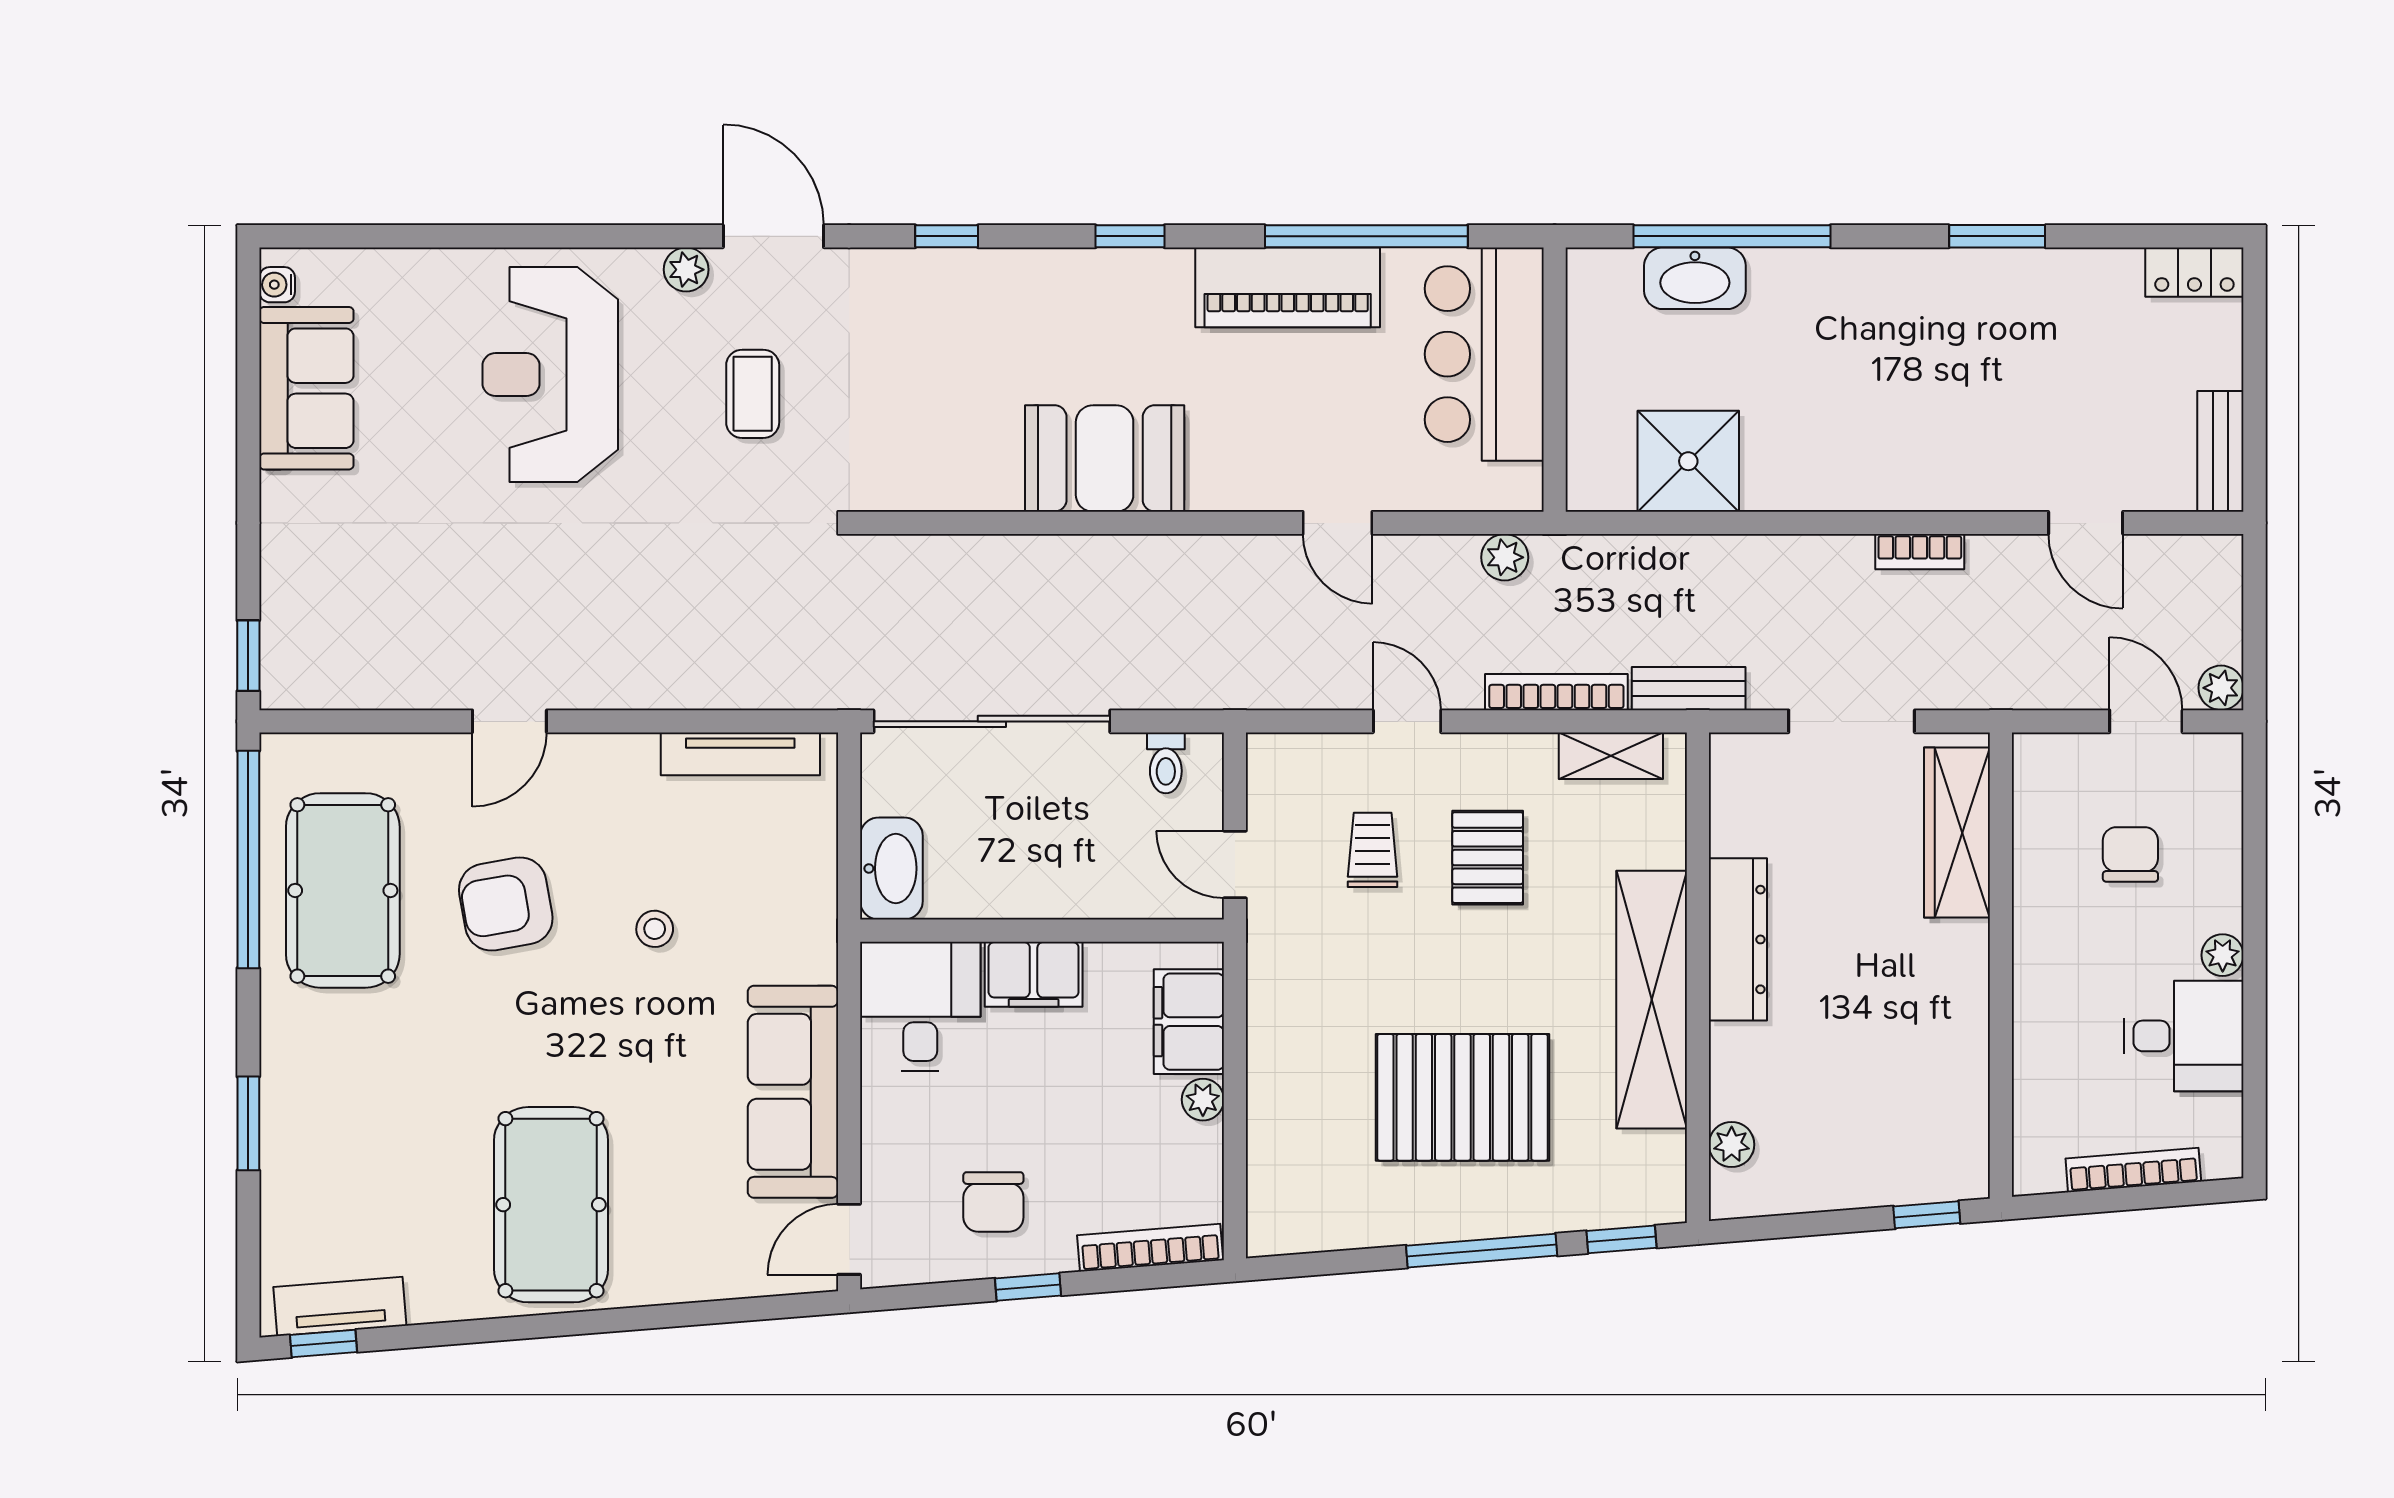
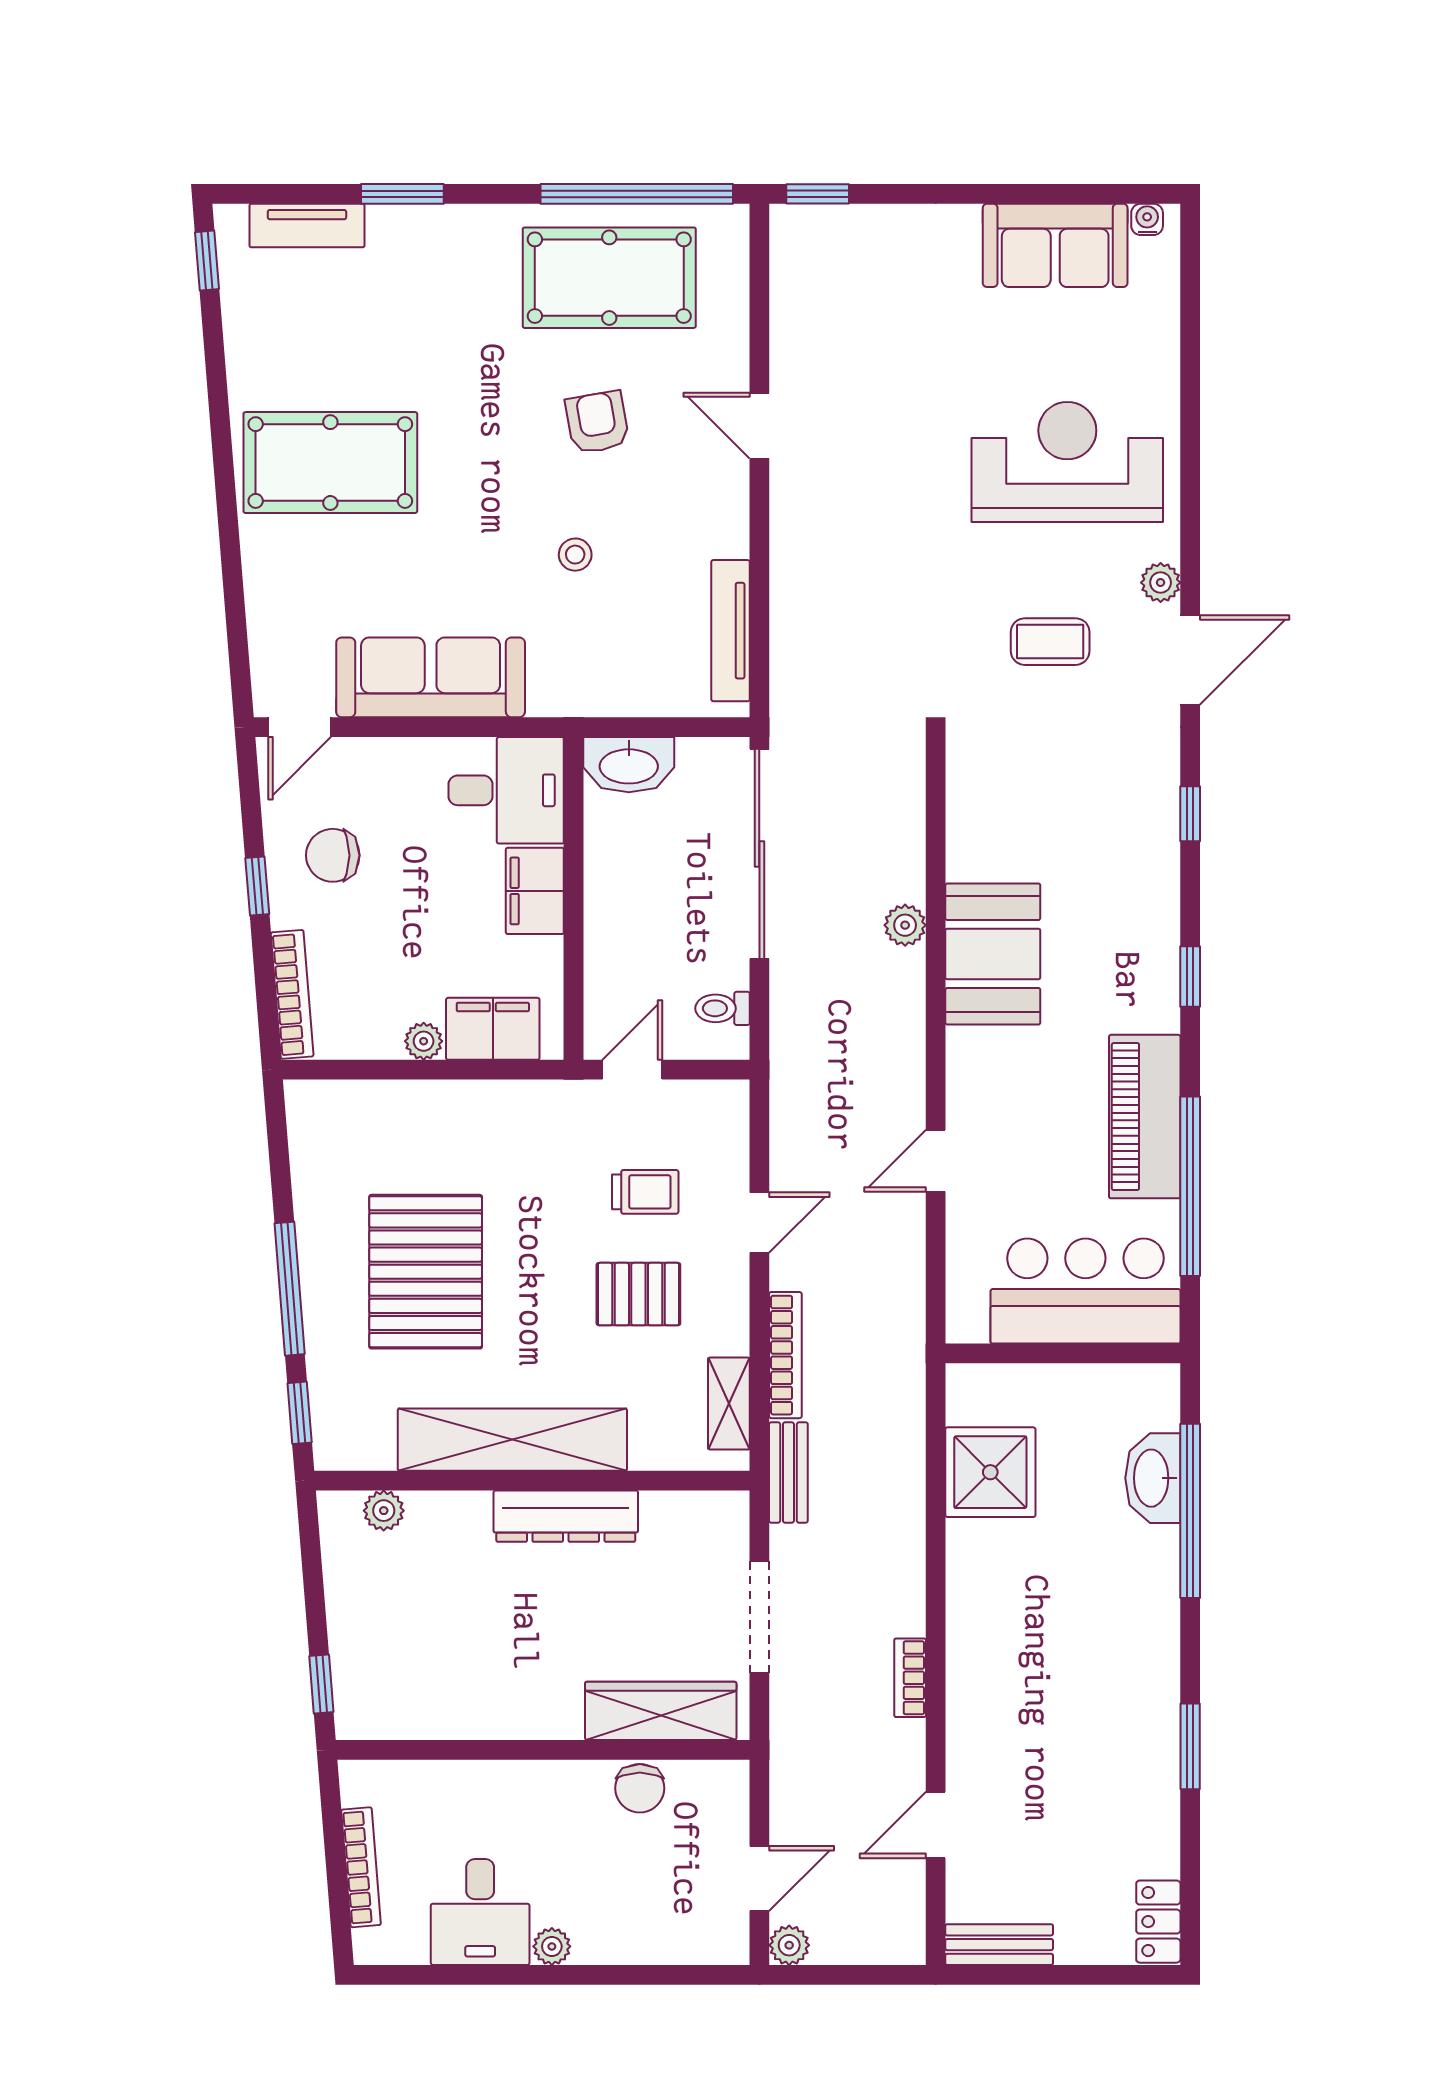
plant: (1505, 557) -> (905, 925), moved
chair: (2130, 854) -> (640, 1788), moved, turned 90
armchair: (506, 904) -> (597, 422), width x0.72, depth x0.72
door: (849, 1239) -> (300, 727), swing flipped
tv unit: (340, 1306) -> (307, 226), moved, turned 95

